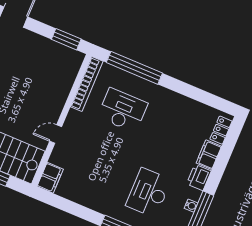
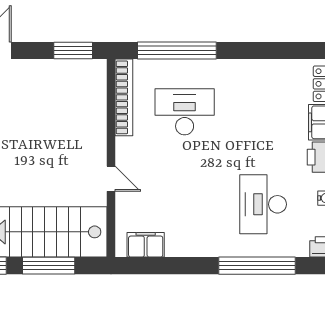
door: (56, 134) -> (111, 179), swing flipped
filing cabinet: (50, 178) -> (146, 245), moved, turned -90

